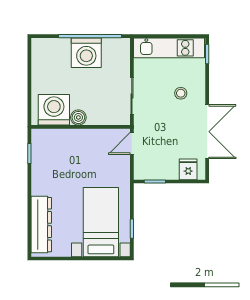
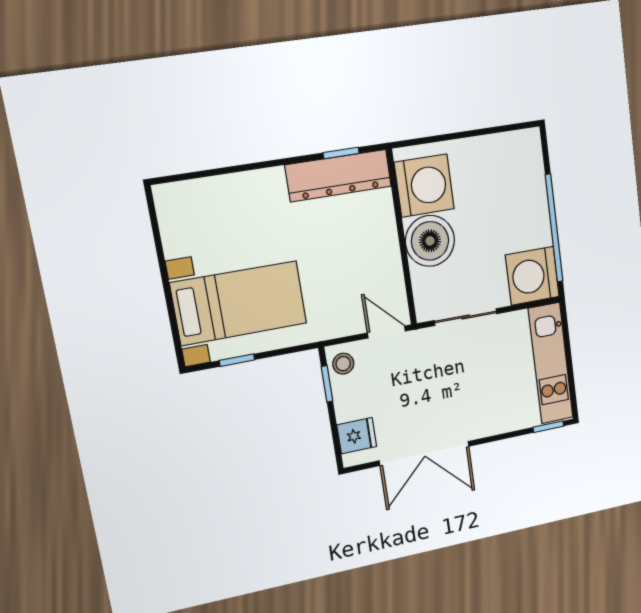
washing machine: (86, 53) -> (532, 276), moved
stool: (181, 93) -> (343, 364), moved
boiler: (78, 117) -> (430, 241), width x1.86, depth x1.86
dresser: (41, 225) -> (338, 176), moved

